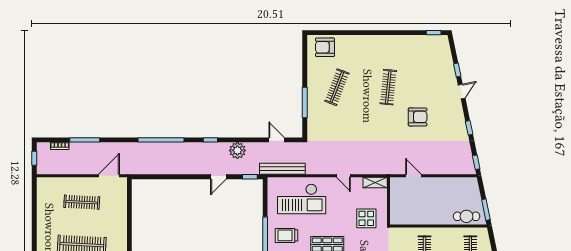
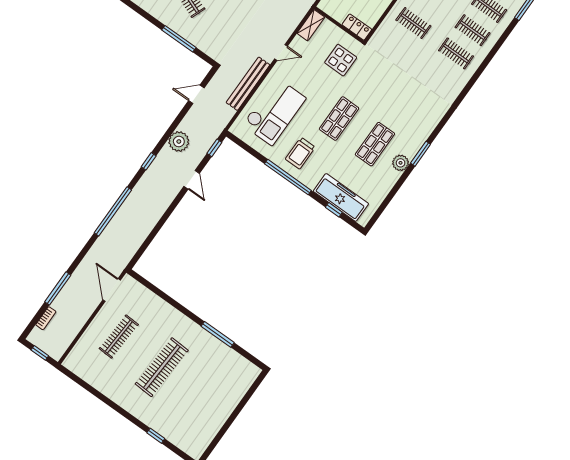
bench: (282, 169) -> (248, 84), moved
locker: (395, 214) -> (357, 27), added

